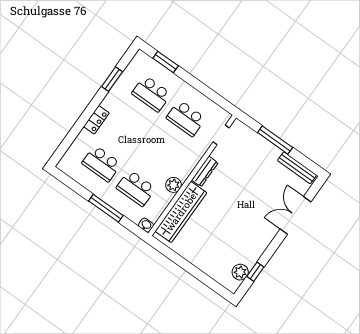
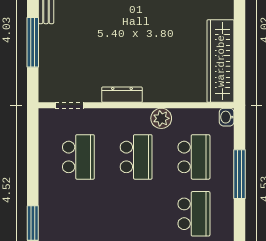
school desk: (151, 94) -> (136, 157), moved
wardrobe: (181, 212) -> (221, 61), moved, turned -90

